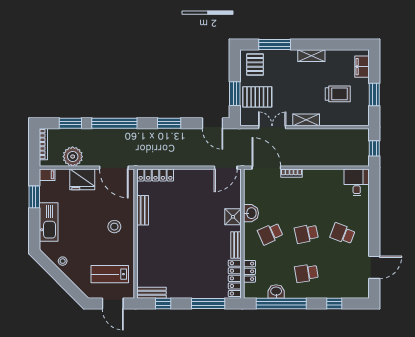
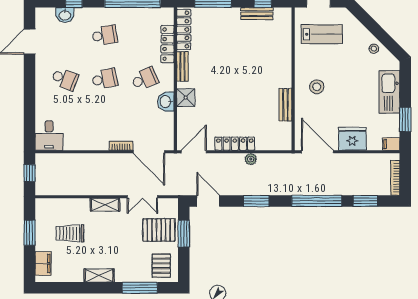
plant: (73, 157) -> (251, 159), moved, width x0.53, depth x0.53
locker: (156, 175) -> (235, 144), moved
locker: (249, 271) -> (168, 44), width x1.53
washbasin: (276, 292) -> (65, 15), moved
bench: (152, 293) -> (257, 14), moved

